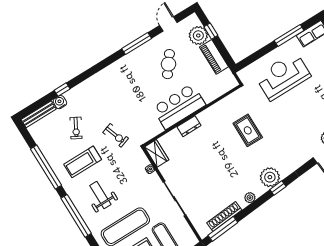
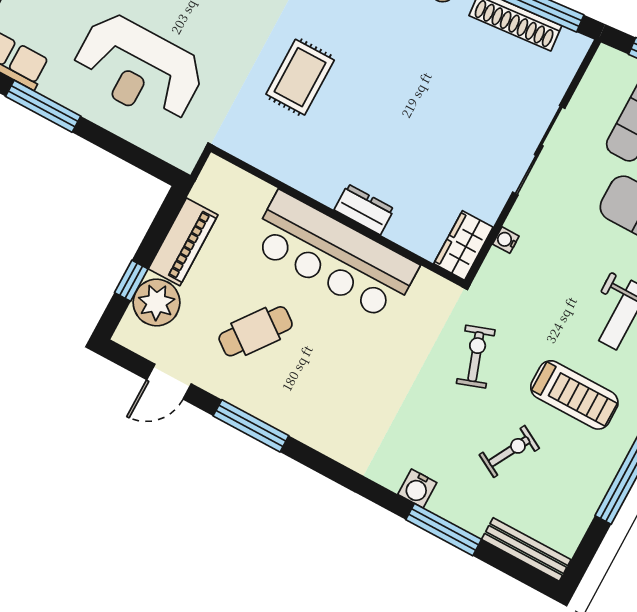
window: (62, 90) -> (444, 530), width x2.17
water cooler: (60, 102) -> (417, 488), moved
bar counter: (179, 106) -> (334, 256), width x1.36

